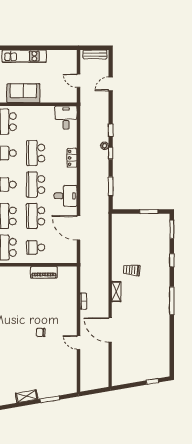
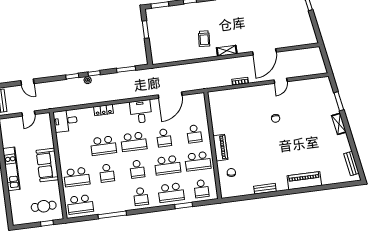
school desk: (36, 216) -> (164, 138), width x0.54
piano: (44, 272) -> (220, 148), moved

